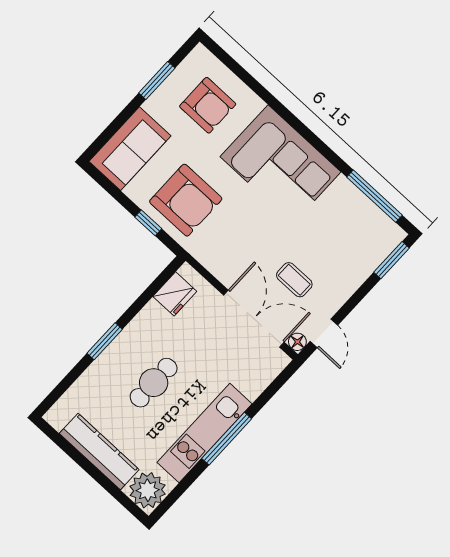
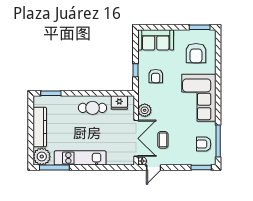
window: (157, 81) -> (200, 27), moved
armchair: (186, 200) -> (156, 76), width x0.53, depth x0.53
armchair: (359, 223) -> (204, 144), added
plant: (223, 266) -> (145, 110), added
window: (105, 341) -> (51, 93), moved
cafe table: (154, 383) -> (92, 108), moved
window: (227, 439) -> (54, 168), moved

